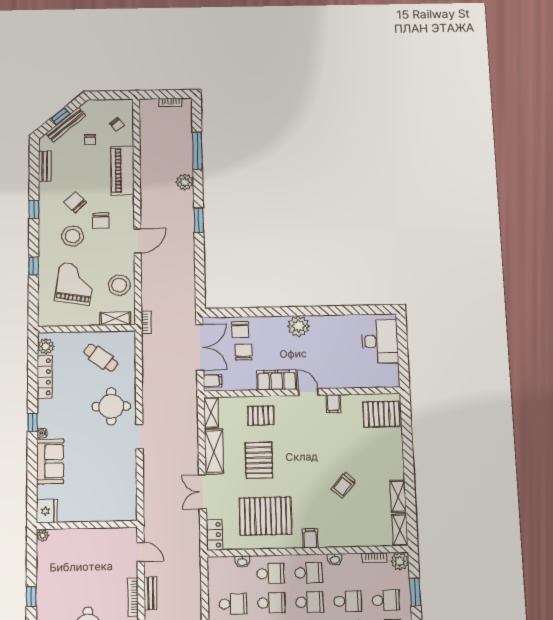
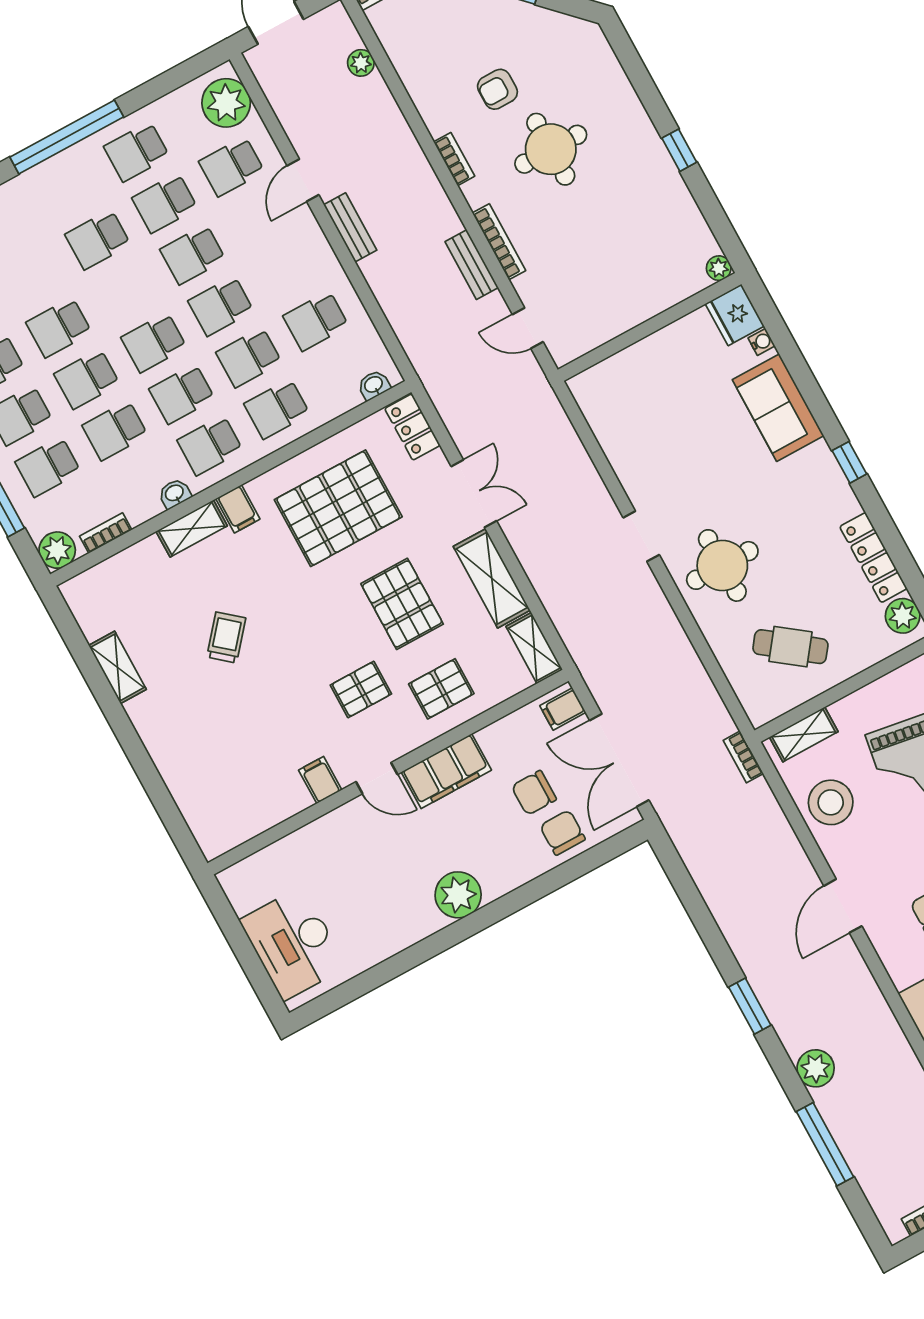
chair: (244, 352) -> (534, 793), turned 90
pallet: (381, 414) -> (361, 689), moved, width x0.67, depth x0.71
water cooler: (42, 433) -> (762, 342), moved
shelving: (400, 530) -> (192, 529), moved, turned 90
washbasin: (242, 562) -> (374, 385), moved

